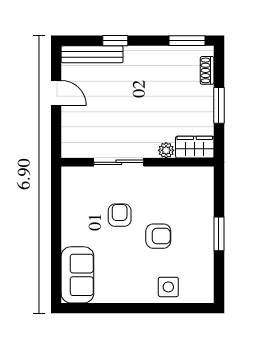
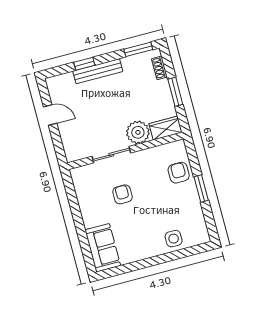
bench: (92, 54) -> (98, 71), moved
plant: (166, 150) -> (138, 132), width x1.88, depth x1.88
armchair: (158, 236) -> (179, 173), moved, turned -90

